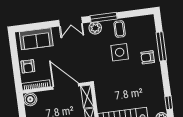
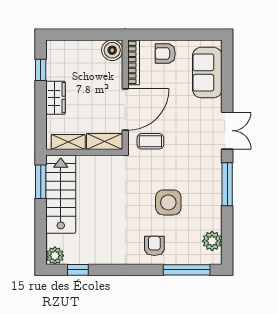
double door: (71, 22) -> (227, 131), swing flipped
plant: (95, 28) -> (212, 241), moved
coffee table: (120, 29) -> (150, 141), moved
window: (161, 46) -> (187, 270), moved

